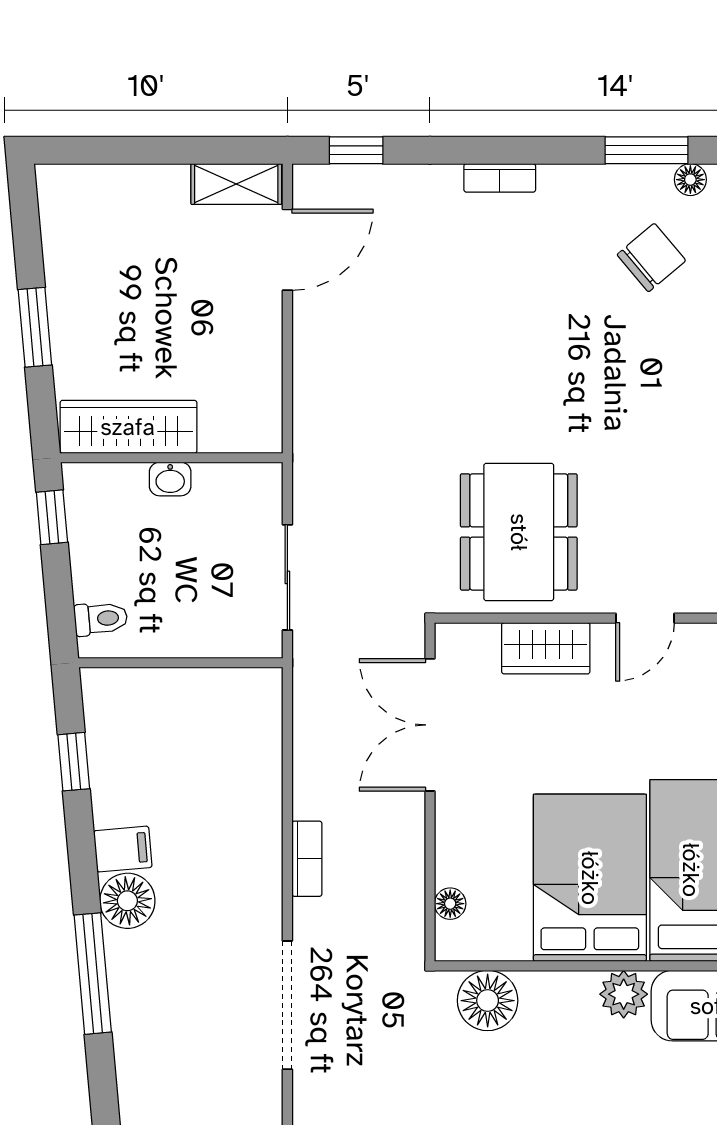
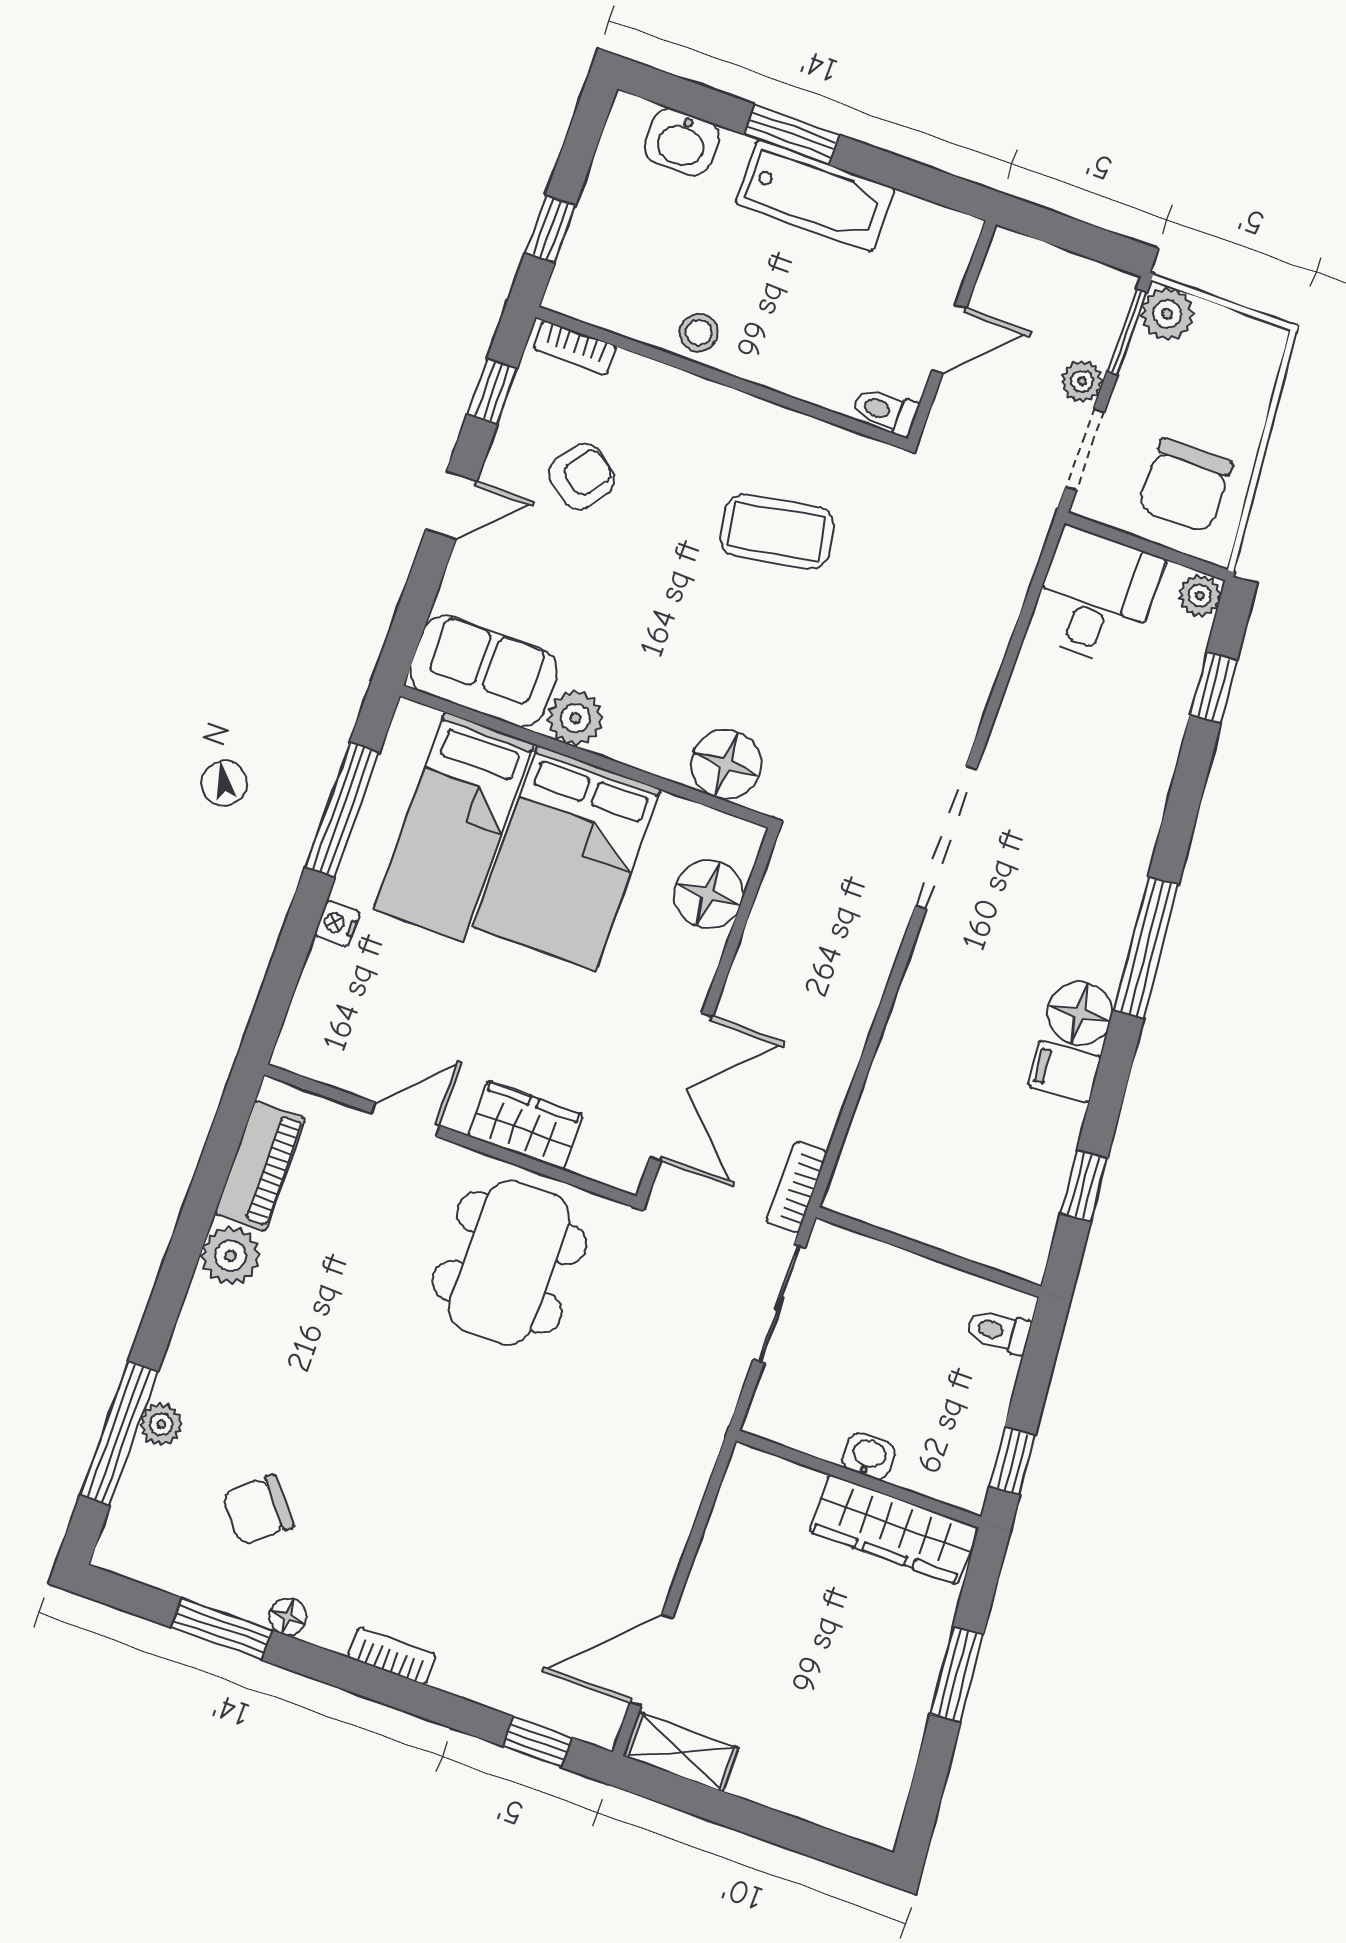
floor lamp: (690, 180) -> (288, 1617), moved
bookcase: (307, 859) -> (797, 1187), moved
floor lamp: (450, 904) -> (709, 894), width x1.89, depth x1.89

